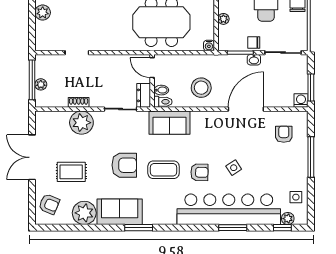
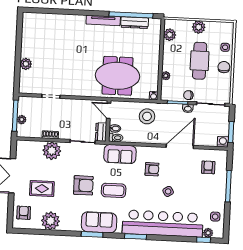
stool: (201, 88) -> (147, 116), moved
armchair: (199, 172) -> (152, 169), moved
armchair: (49, 204) -> (24, 213), turned -113
sofa: (120, 212) -> (99, 222), moved
window: (233, 228) -> (136, 236), moved

